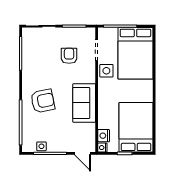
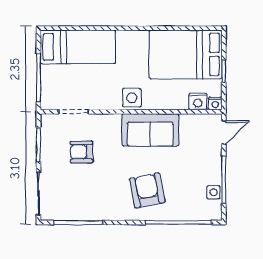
bed: (135, 53) -> (78, 47), width x0.67
side table: (106, 71) -> (132, 98), moved

